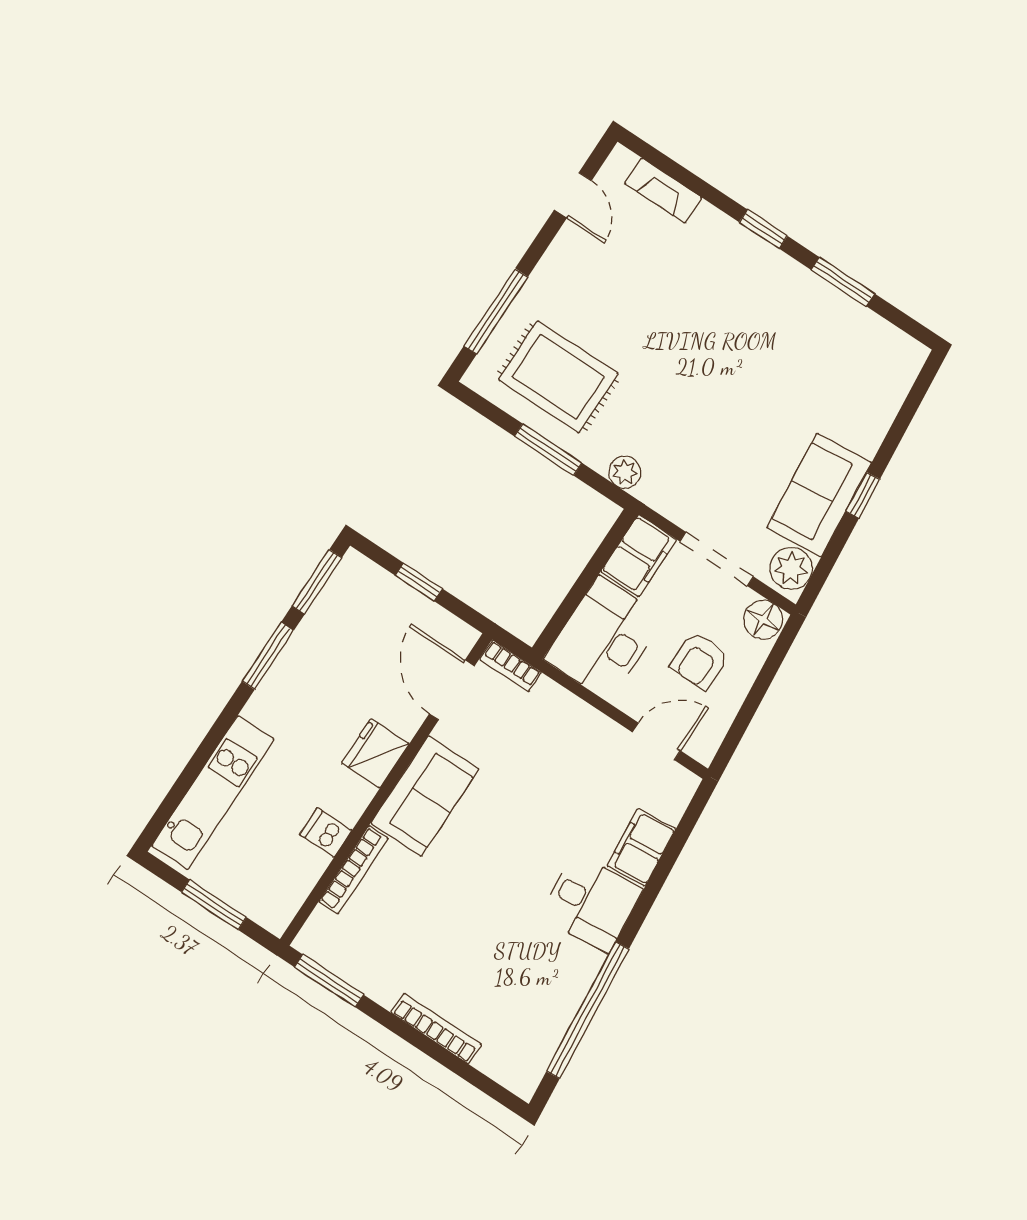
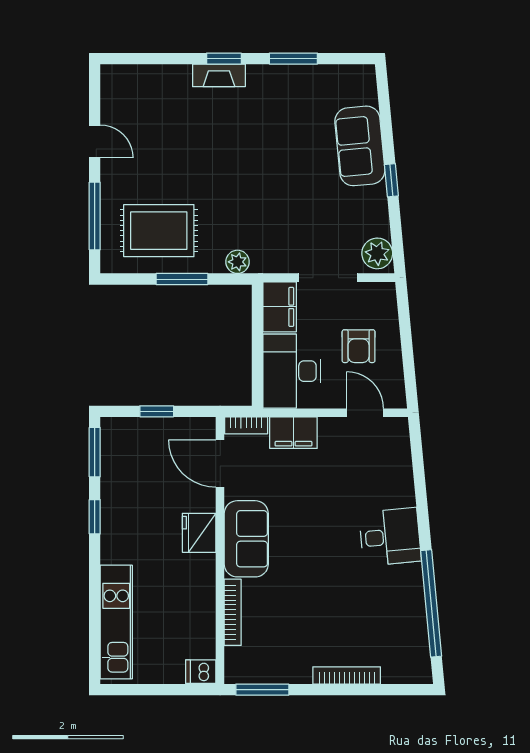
fireplace: (663, 191) -> (219, 75), moved
door: (573, 195) -> (95, 141), moved
sofa: (819, 495) -> (360, 146), moved
floor lamp: (763, 620) -> (381, 296), removed
window: (268, 656) -> (95, 517), width x0.67
door: (656, 741) -> (365, 413), hinge flipped
dishwasher: (326, 832) -> (201, 672), moved
filing cabinet: (641, 847) -> (293, 433), moved, turned -85
window: (214, 905) -> (162, 690), removed

